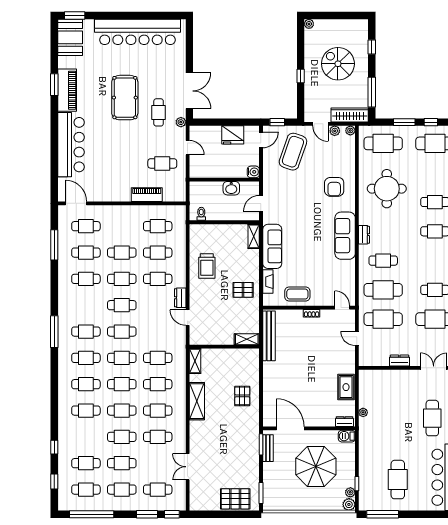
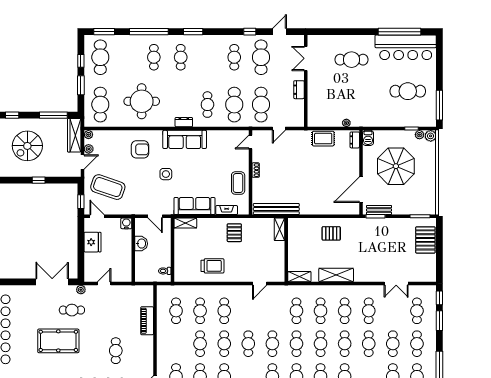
cafe table: (162, 163) -> (116, 351), moved
side table: (307, 215) -> (166, 174), added
dresser: (180, 298) -> (241, 290), removed

